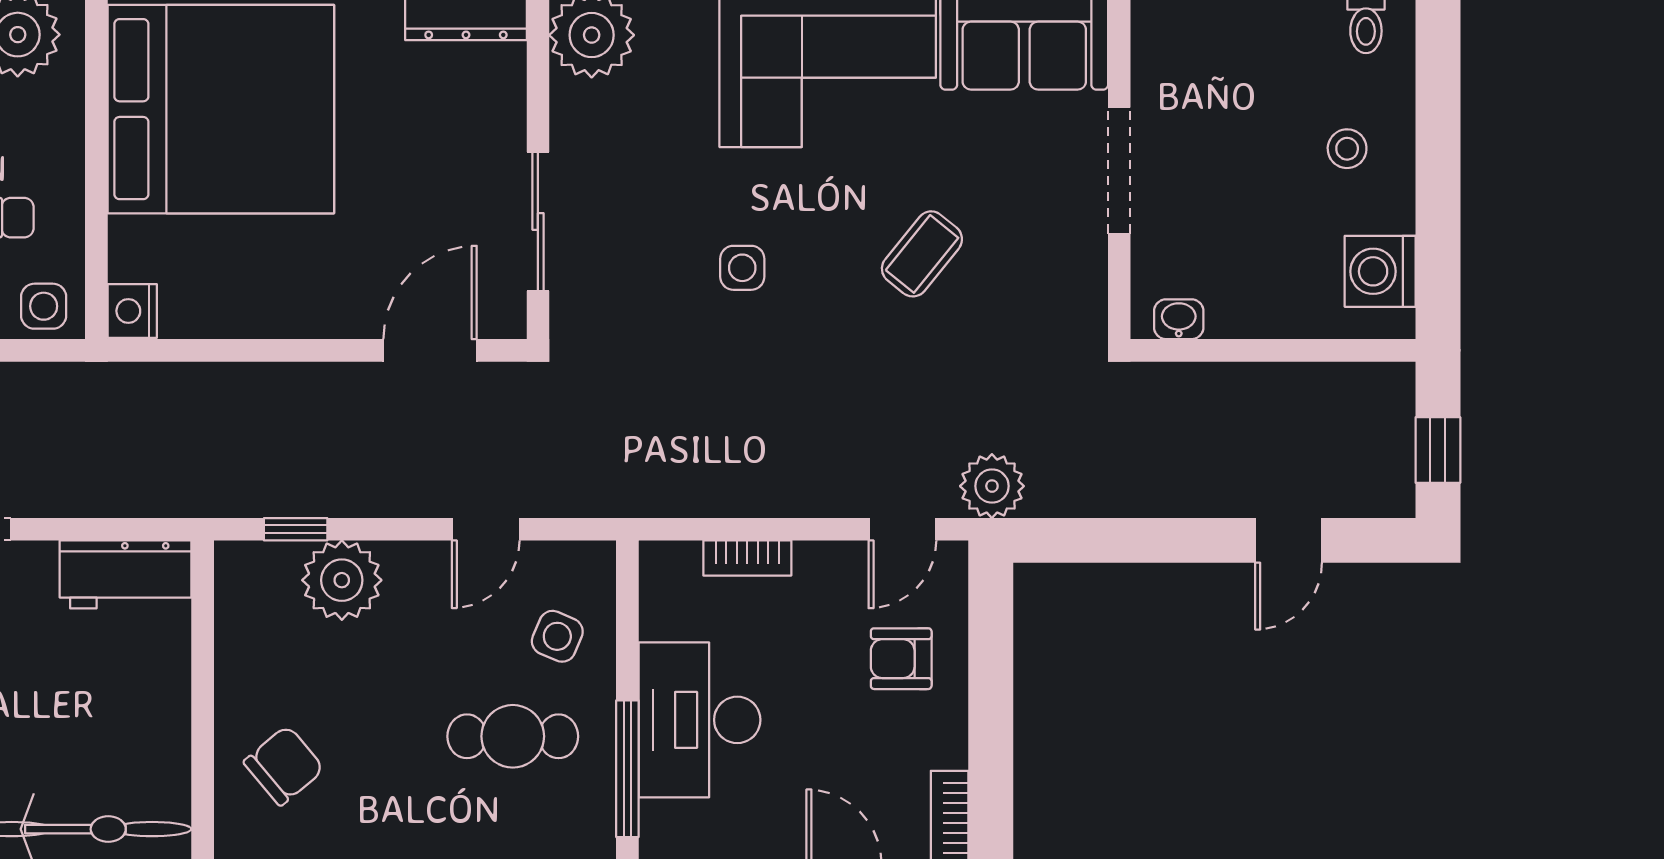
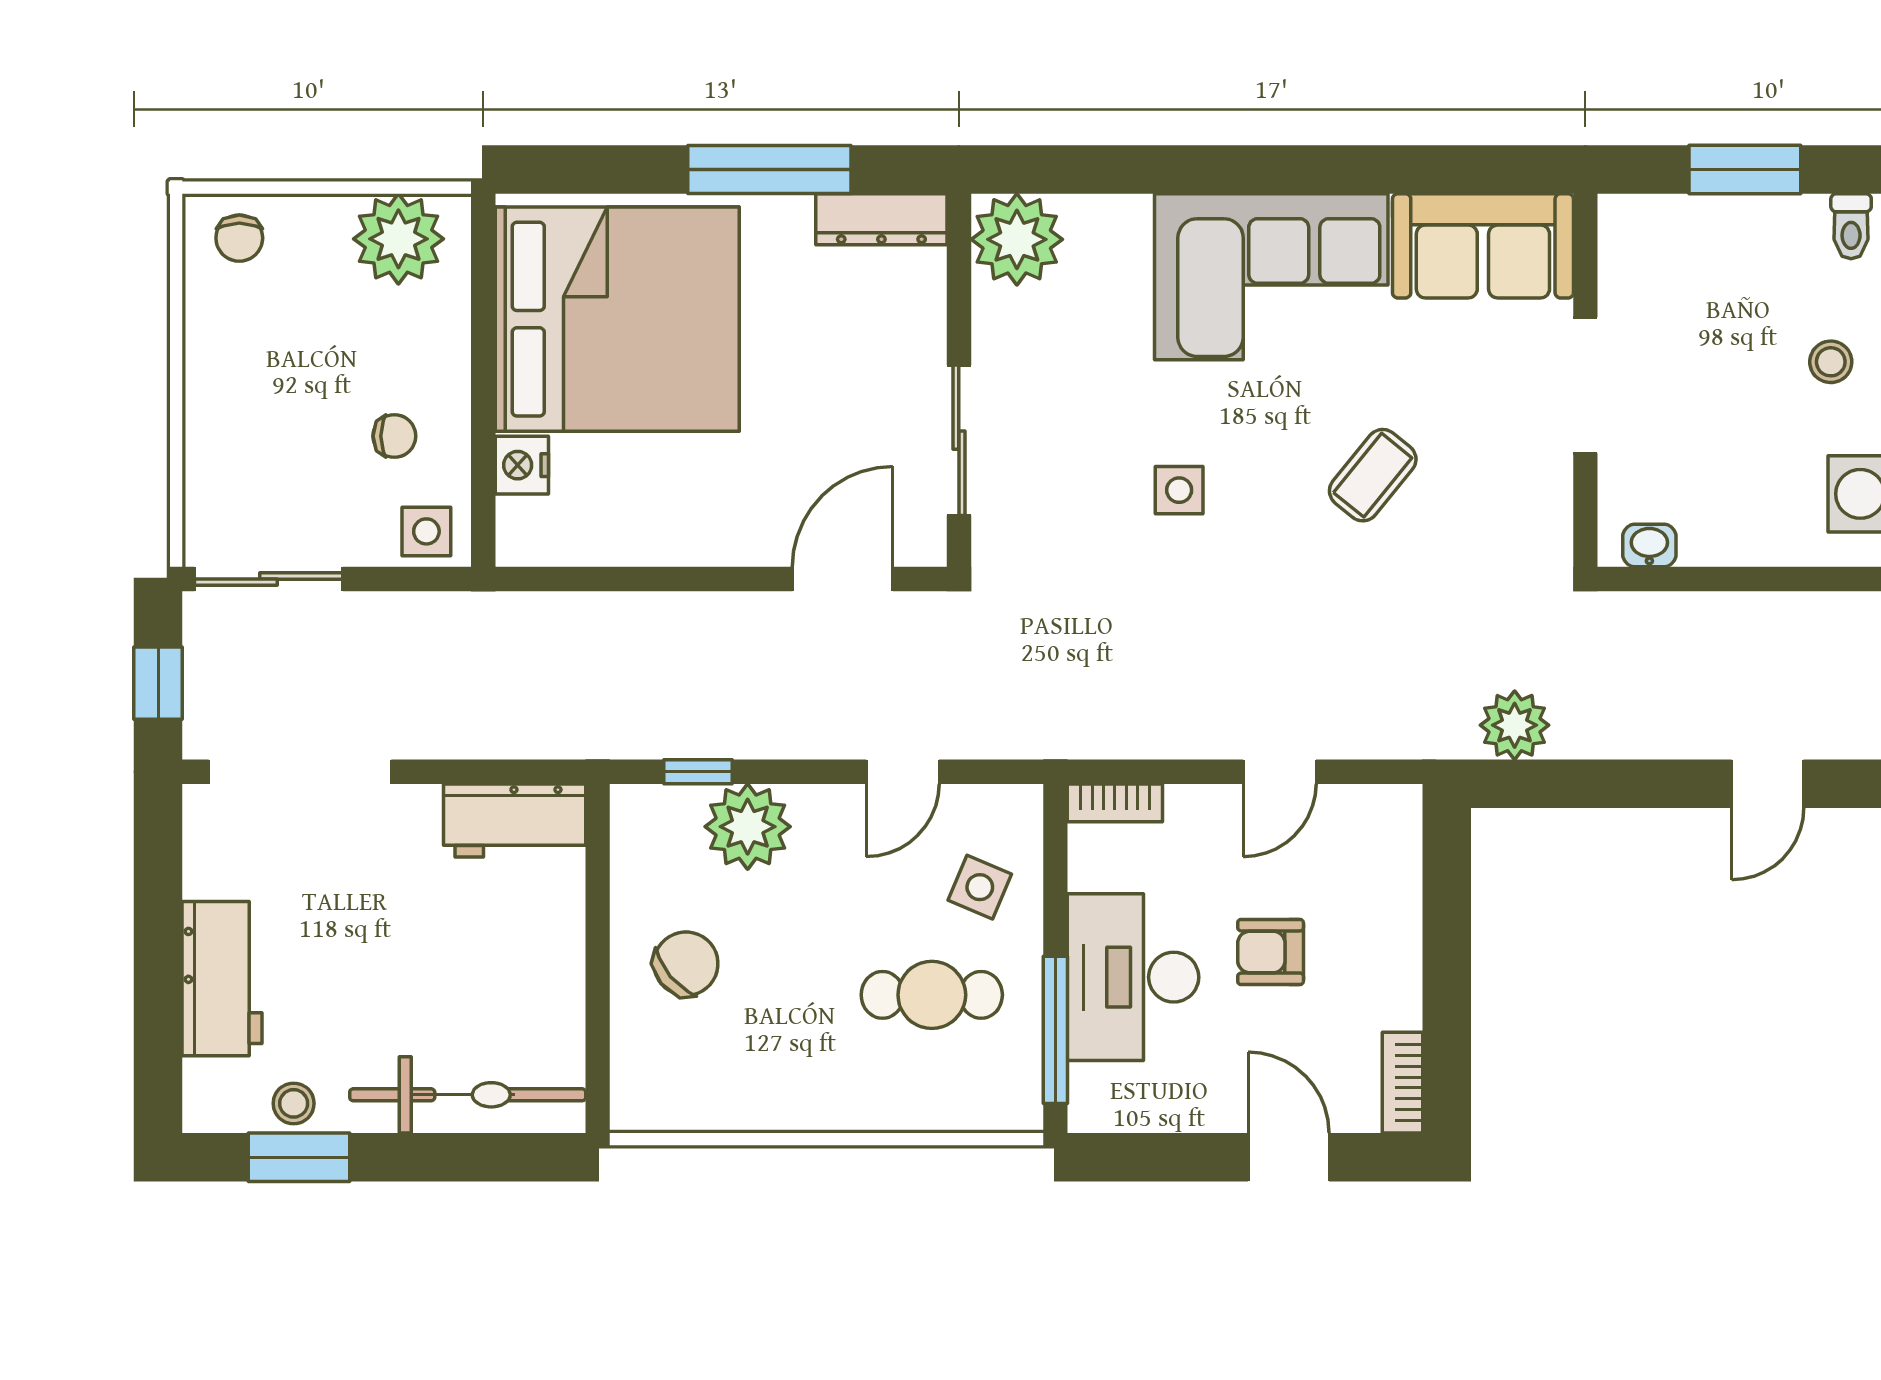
nightstand: (132, 311) -> (522, 465), moved
plant: (992, 486) -> (1515, 725), moved
door: (902, 529) -> (1280, 772), moved
bookcase: (747, 558) -> (1115, 803), moved
armchair: (901, 659) -> (1271, 952), moved
chair: (284, 766) -> (686, 964), moved

